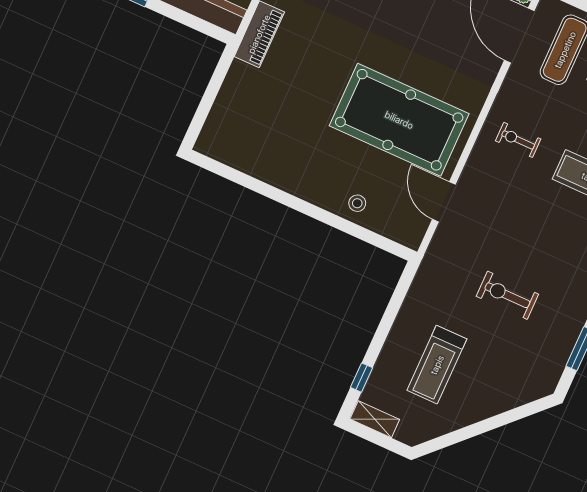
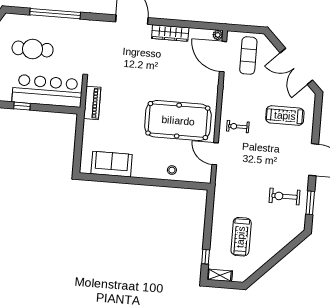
exercise bike: (518, 140) -> (238, 127), moved
sofa: (255, 154) -> (112, 164), added
exercise bike: (507, 295) -> (284, 196), moved

